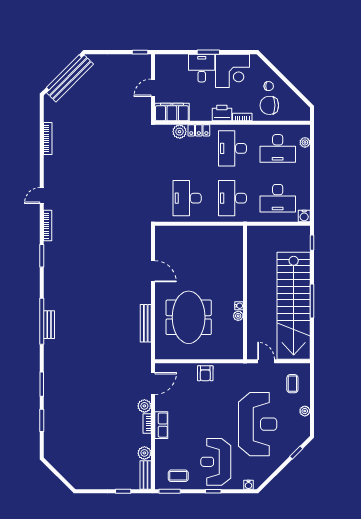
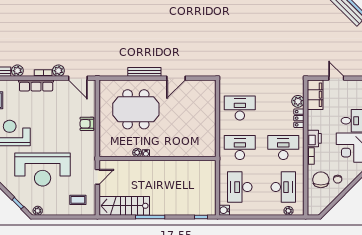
desk: (278, 148) -> (283, 187), turned 180
stairs: (294, 306) -> (124, 206), width x0.54, depth x0.66
bench: (146, 323) -> (144, 72), moved
plant: (305, 411) -> (38, 211), moved
row of seats: (161, 425) -> (36, 85), width x1.48

